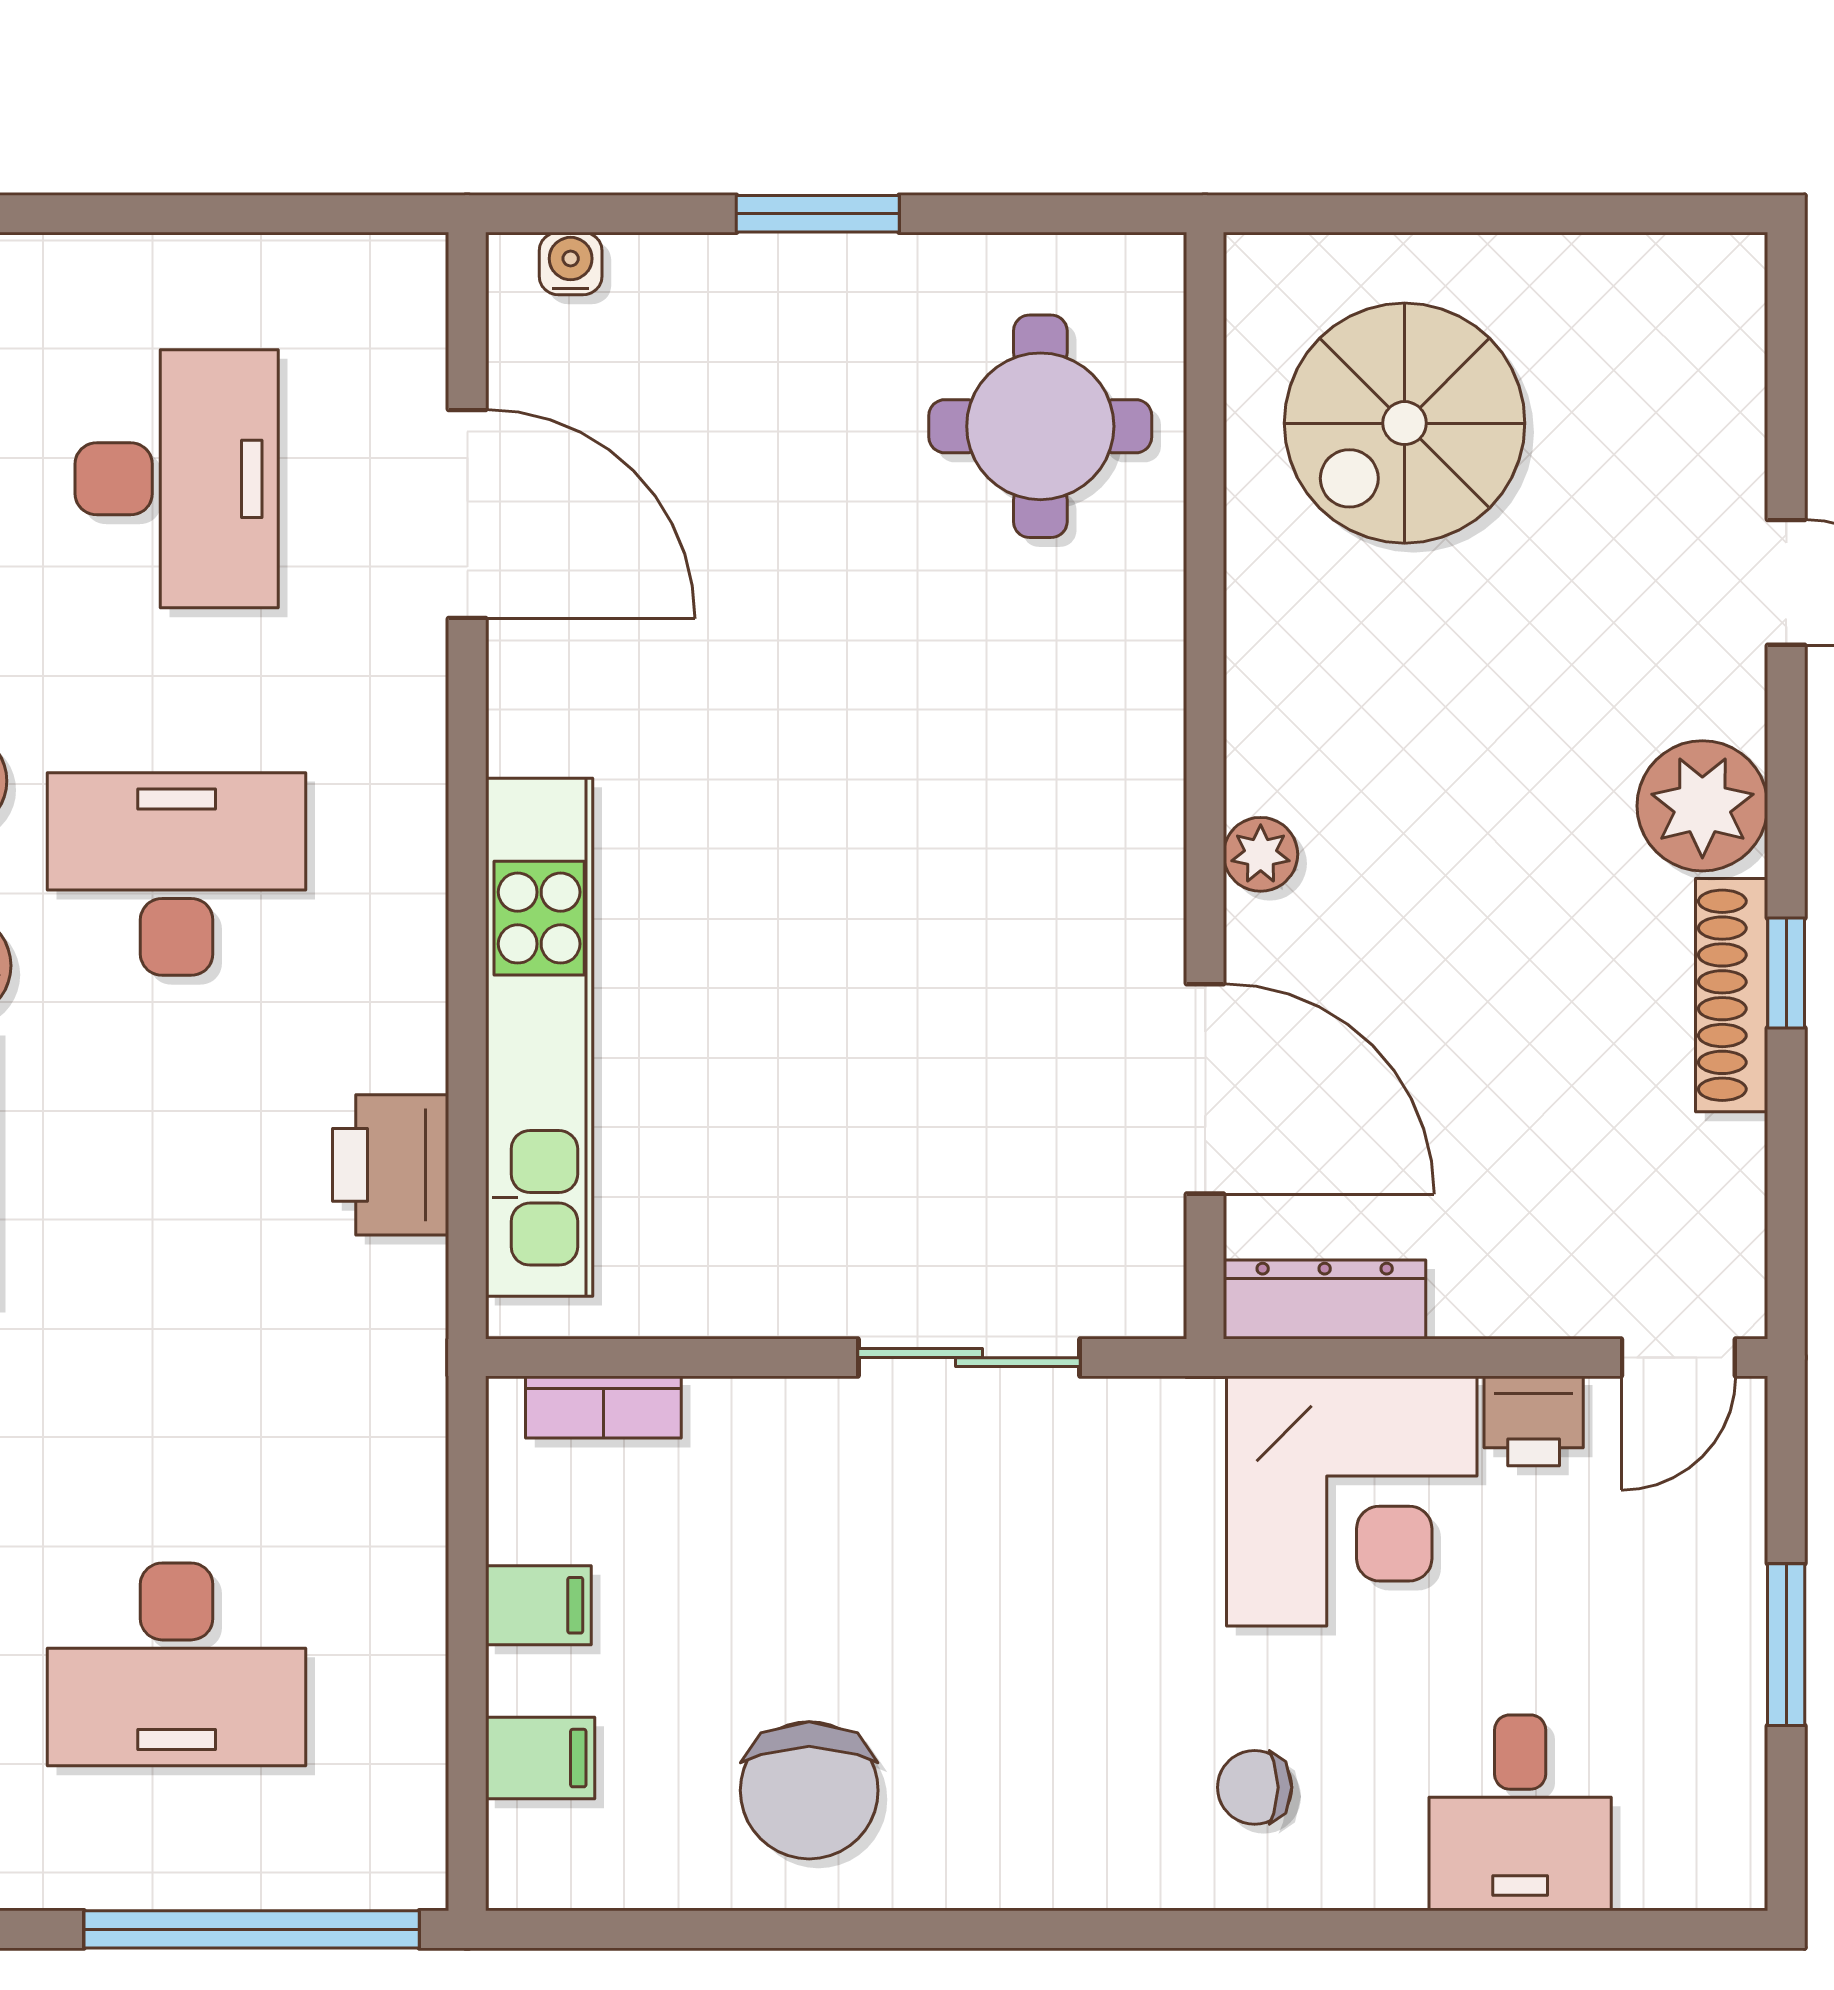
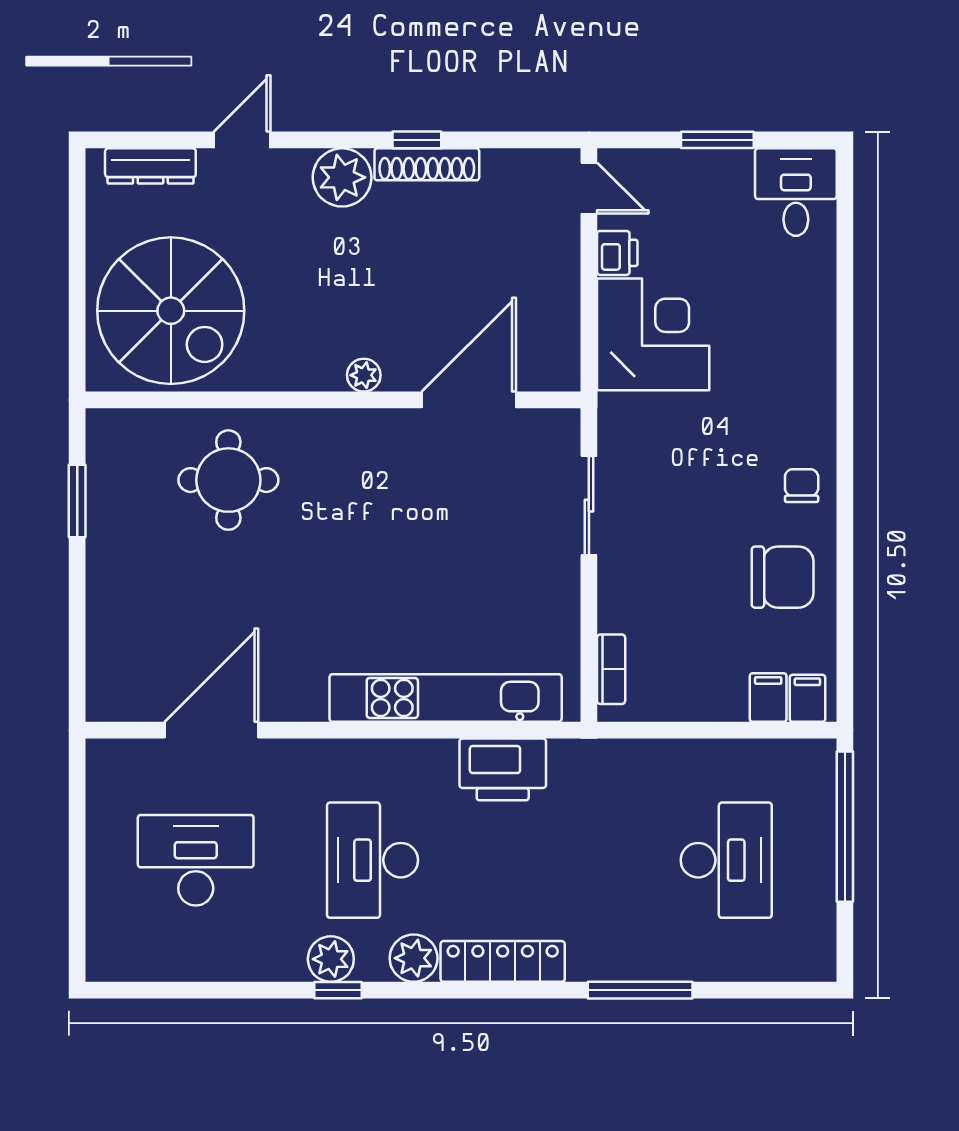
window: (818, 214) -> (77, 501), moved
water cooler: (571, 264) -> (99, 684), removed
spiral stairs: (1405, 423) -> (171, 311), width x1.37, depth x1.37
round table: (1040, 426) -> (228, 480), moved
printer: (391, 1165) -> (503, 769), width x1.37, depth x1.19
dresser: (1325, 1300) -> (150, 166), moved, turned -90
filing cabinet: (538, 1605) -> (807, 698), moved
chair: (1255, 1787) -> (802, 486), moved, turned 180
desk: (1520, 1813) -> (796, 192), moved, turned -90

